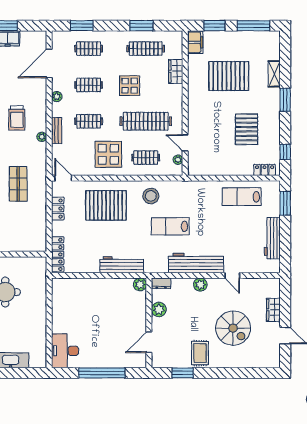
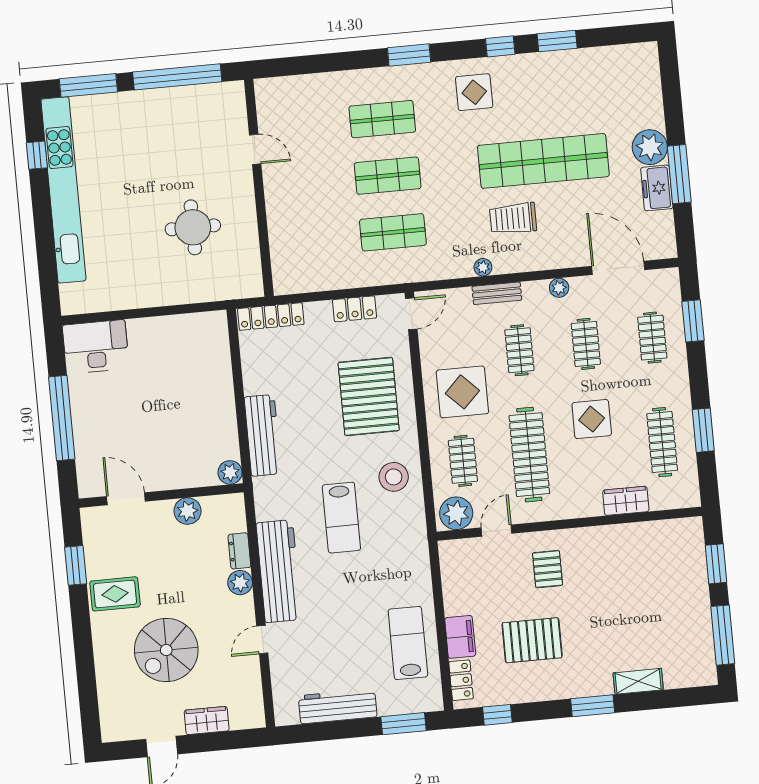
filing cabinet: (195, 42) -> (460, 637), moved, turned -90
pallet: (229, 76) -> (548, 569), moved, width x0.49, depth x0.50
plant: (178, 160) -> (456, 513), width x1.88, depth x1.88
lab bench: (170, 226) -> (341, 518), turned 180
dresser: (161, 283) -> (239, 551), moved

